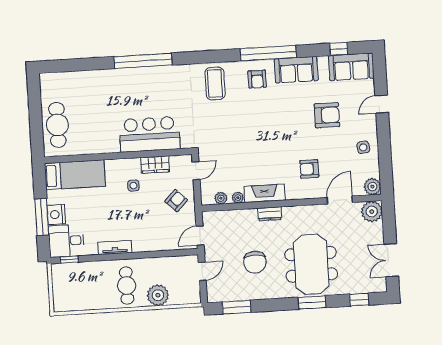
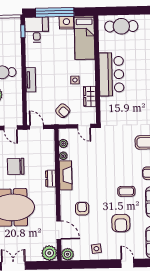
coffee table: (283, 109) -> (126, 191), added
bar counter: (150, 134) -> (111, 74), moved
nightstand: (56, 215) -> (66, 23), moved
window: (42, 217) -> (55, 12), width x1.46
tv unit: (115, 247) -> (31, 80), moved

